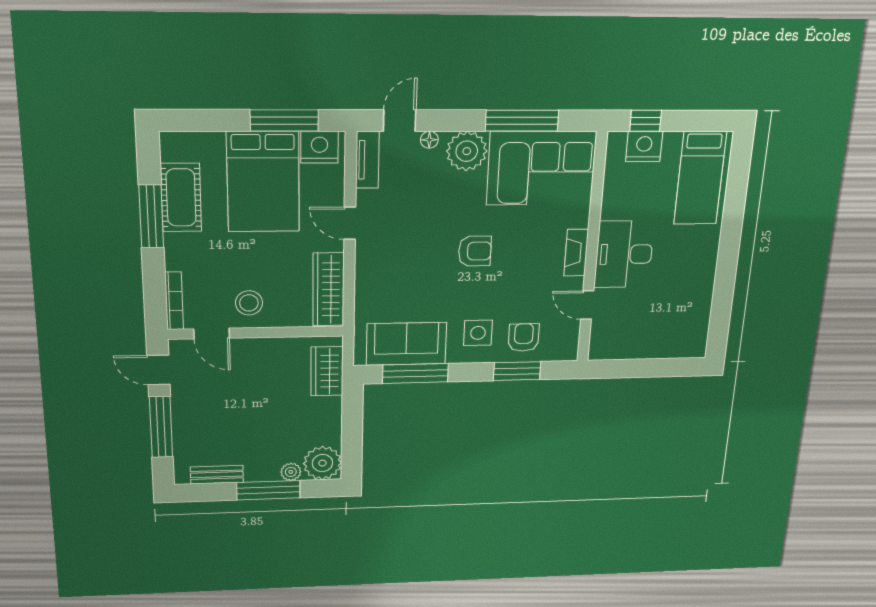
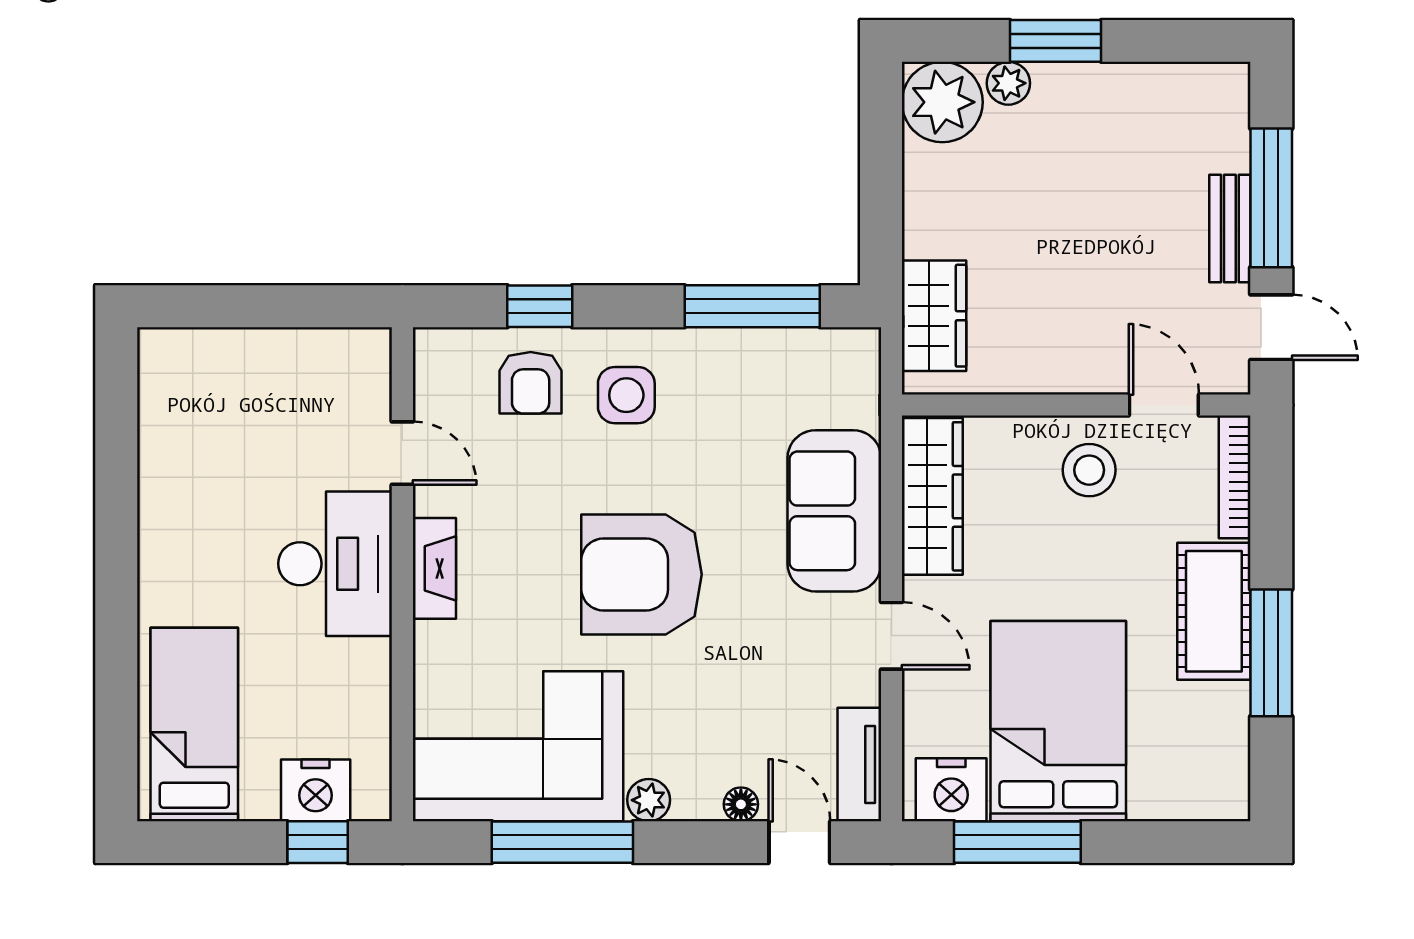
door: (400, 121) -> (799, 842), swing flipped
plant: (467, 151) -> (649, 800), width x0.53, depth x0.53
cot: (181, 198) -> (1214, 611), moved
armchair: (475, 251) -> (642, 574), width x1.88, depth x1.88
sofa: (406, 344) -> (834, 511), moved, turned 90
window: (517, 371) -> (540, 306), width x0.67
bench: (217, 475) -> (1230, 228), moved, turned 90
window: (268, 490) -> (1055, 41), width x0.69

